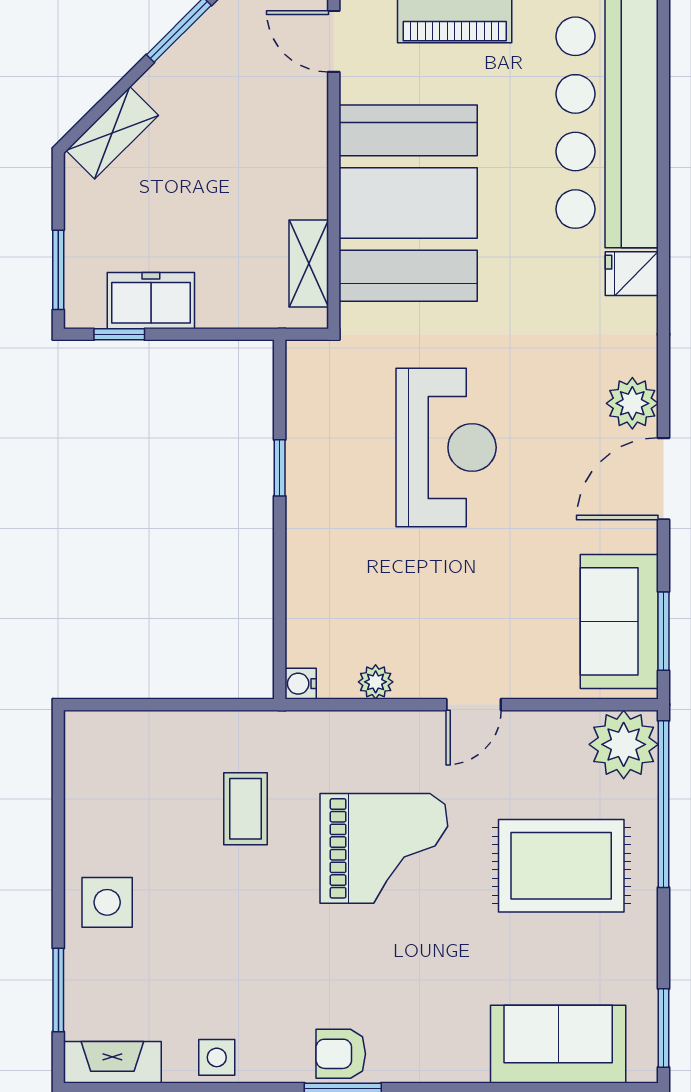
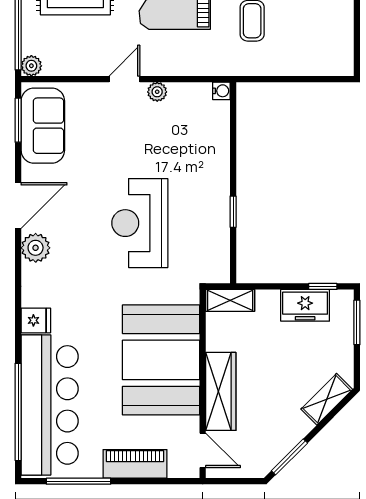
window: (663, 110) -> (18, 412), added
wardrobe: (301, 147) -> (221, 391), added
shelving: (309, 264) -> (230, 300), moved, turned 90
plant: (376, 682) -> (157, 92), moved
plant: (624, 744) -> (31, 66), width x0.53, depth x0.53

